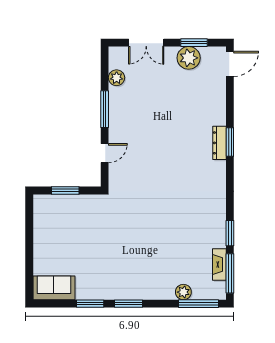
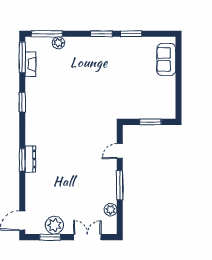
window: (230, 233) -> (22, 102), moved
sofa: (54, 288) -> (166, 59), moved, turned 90

